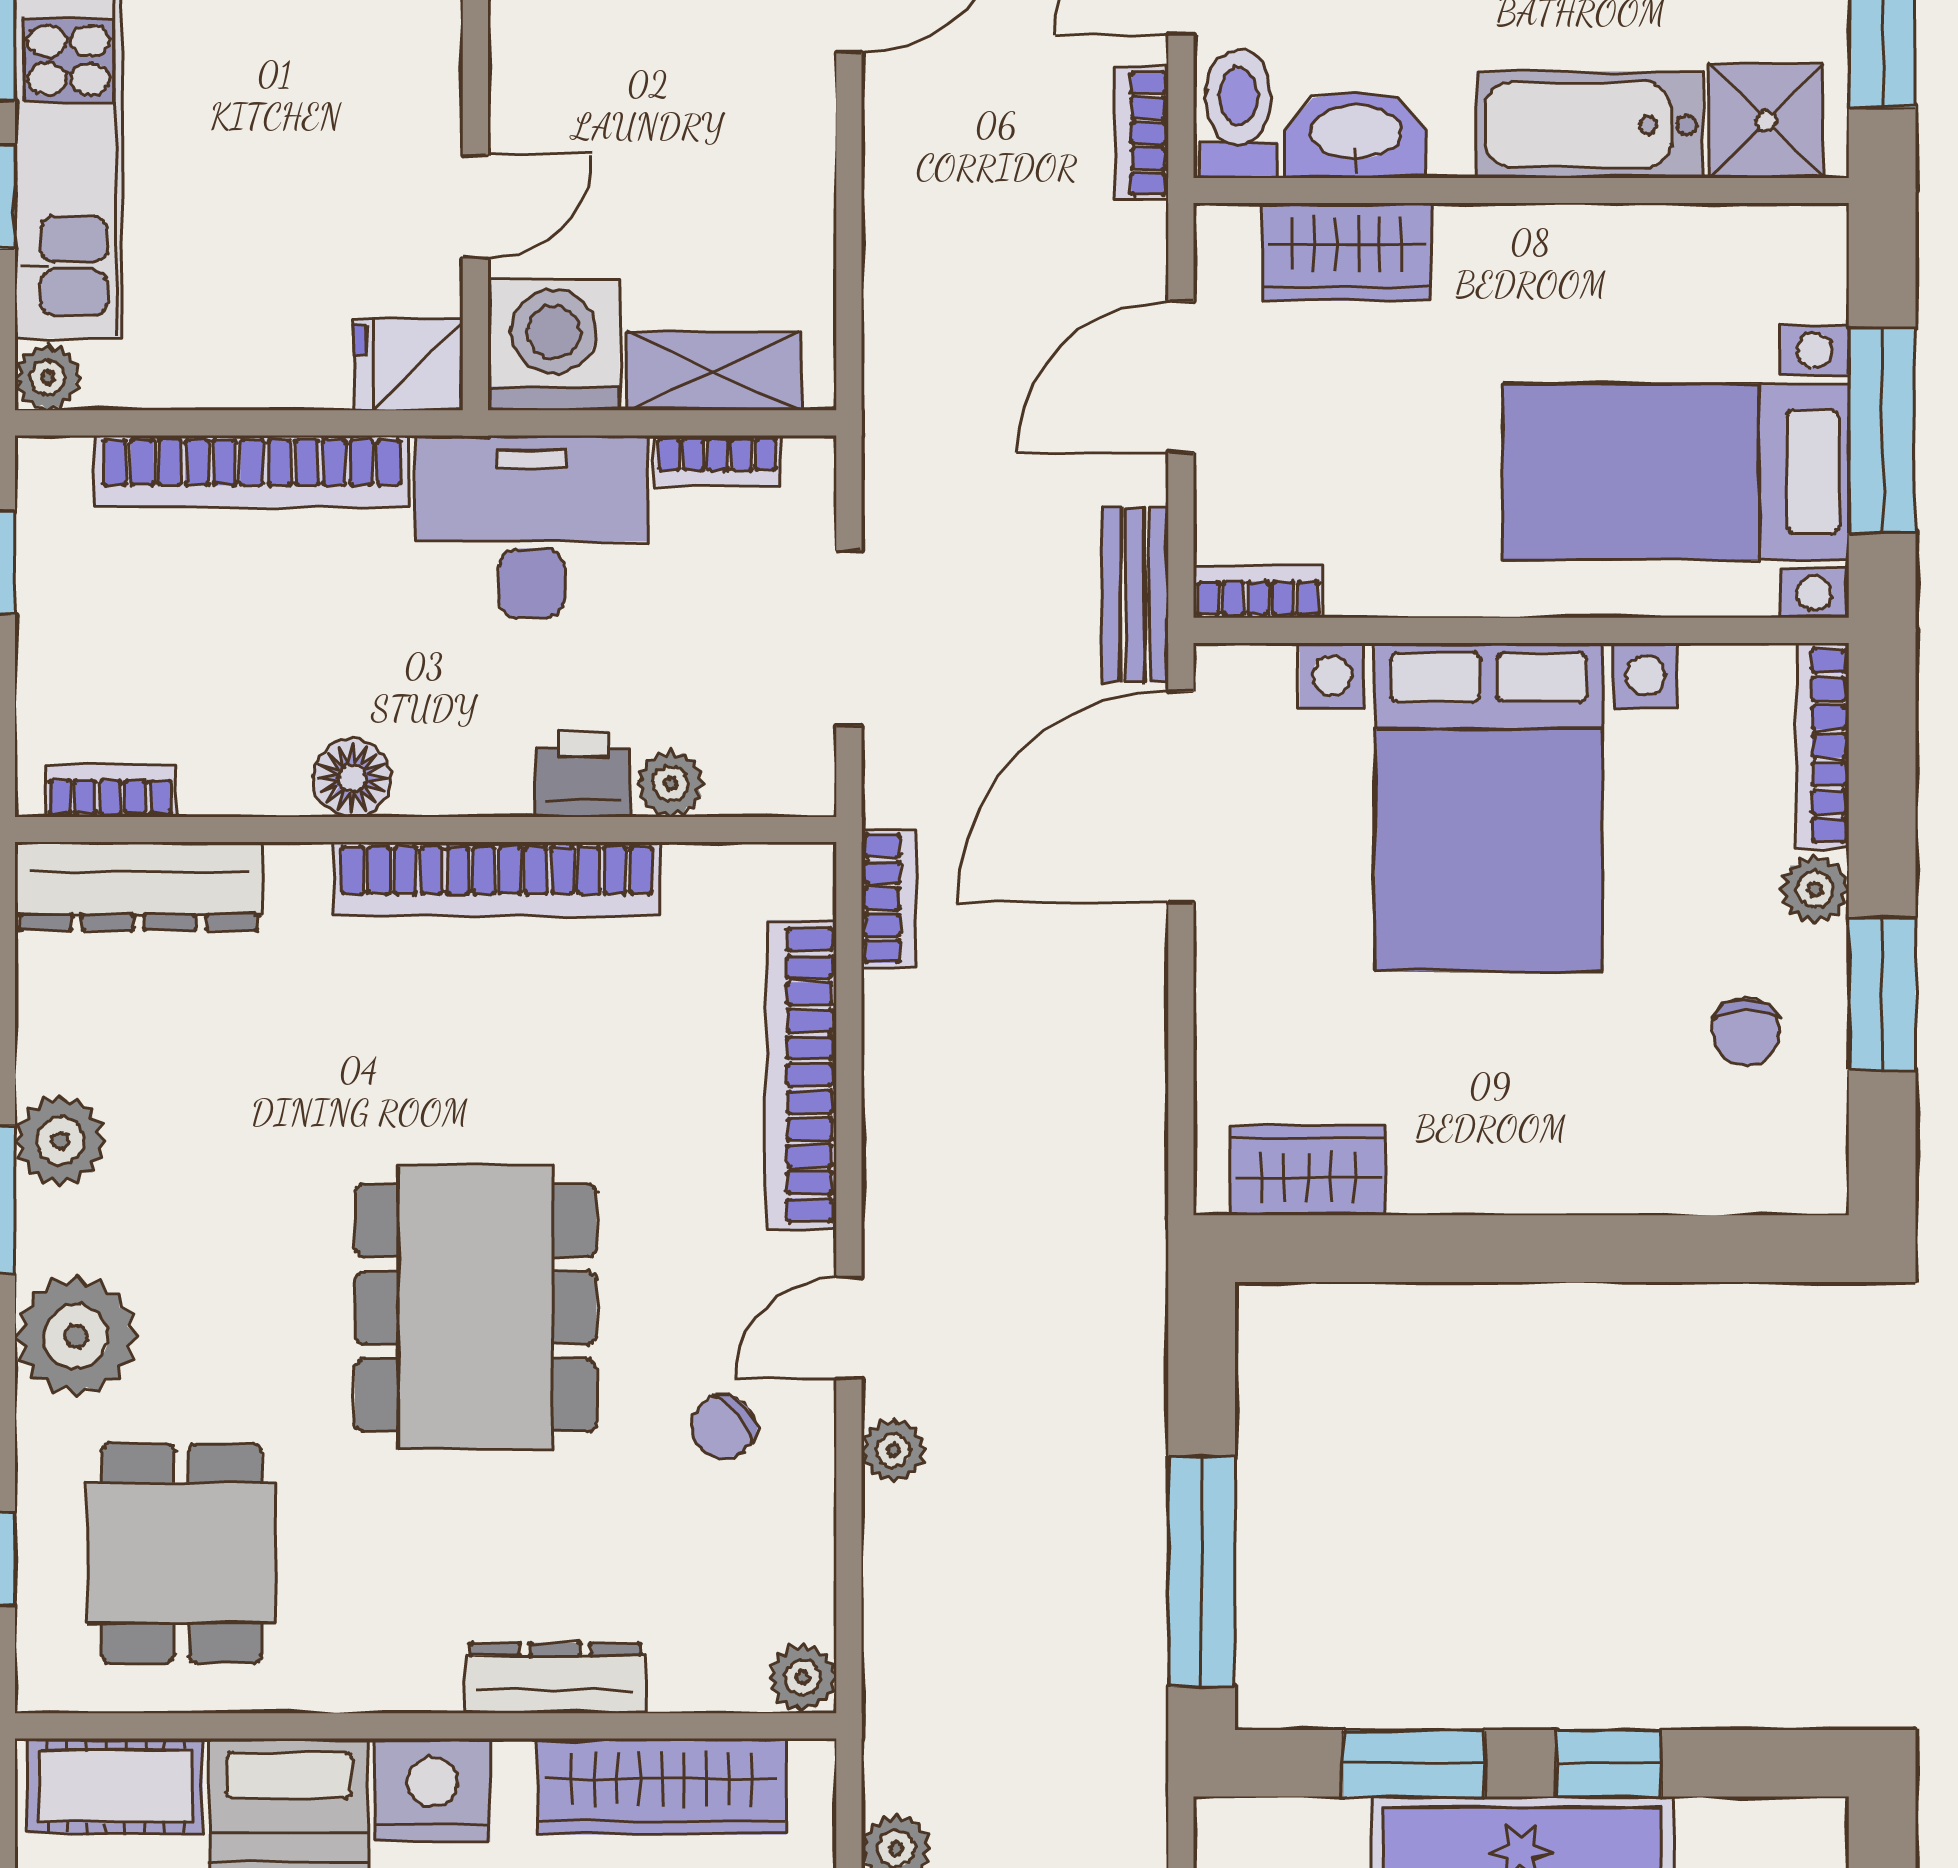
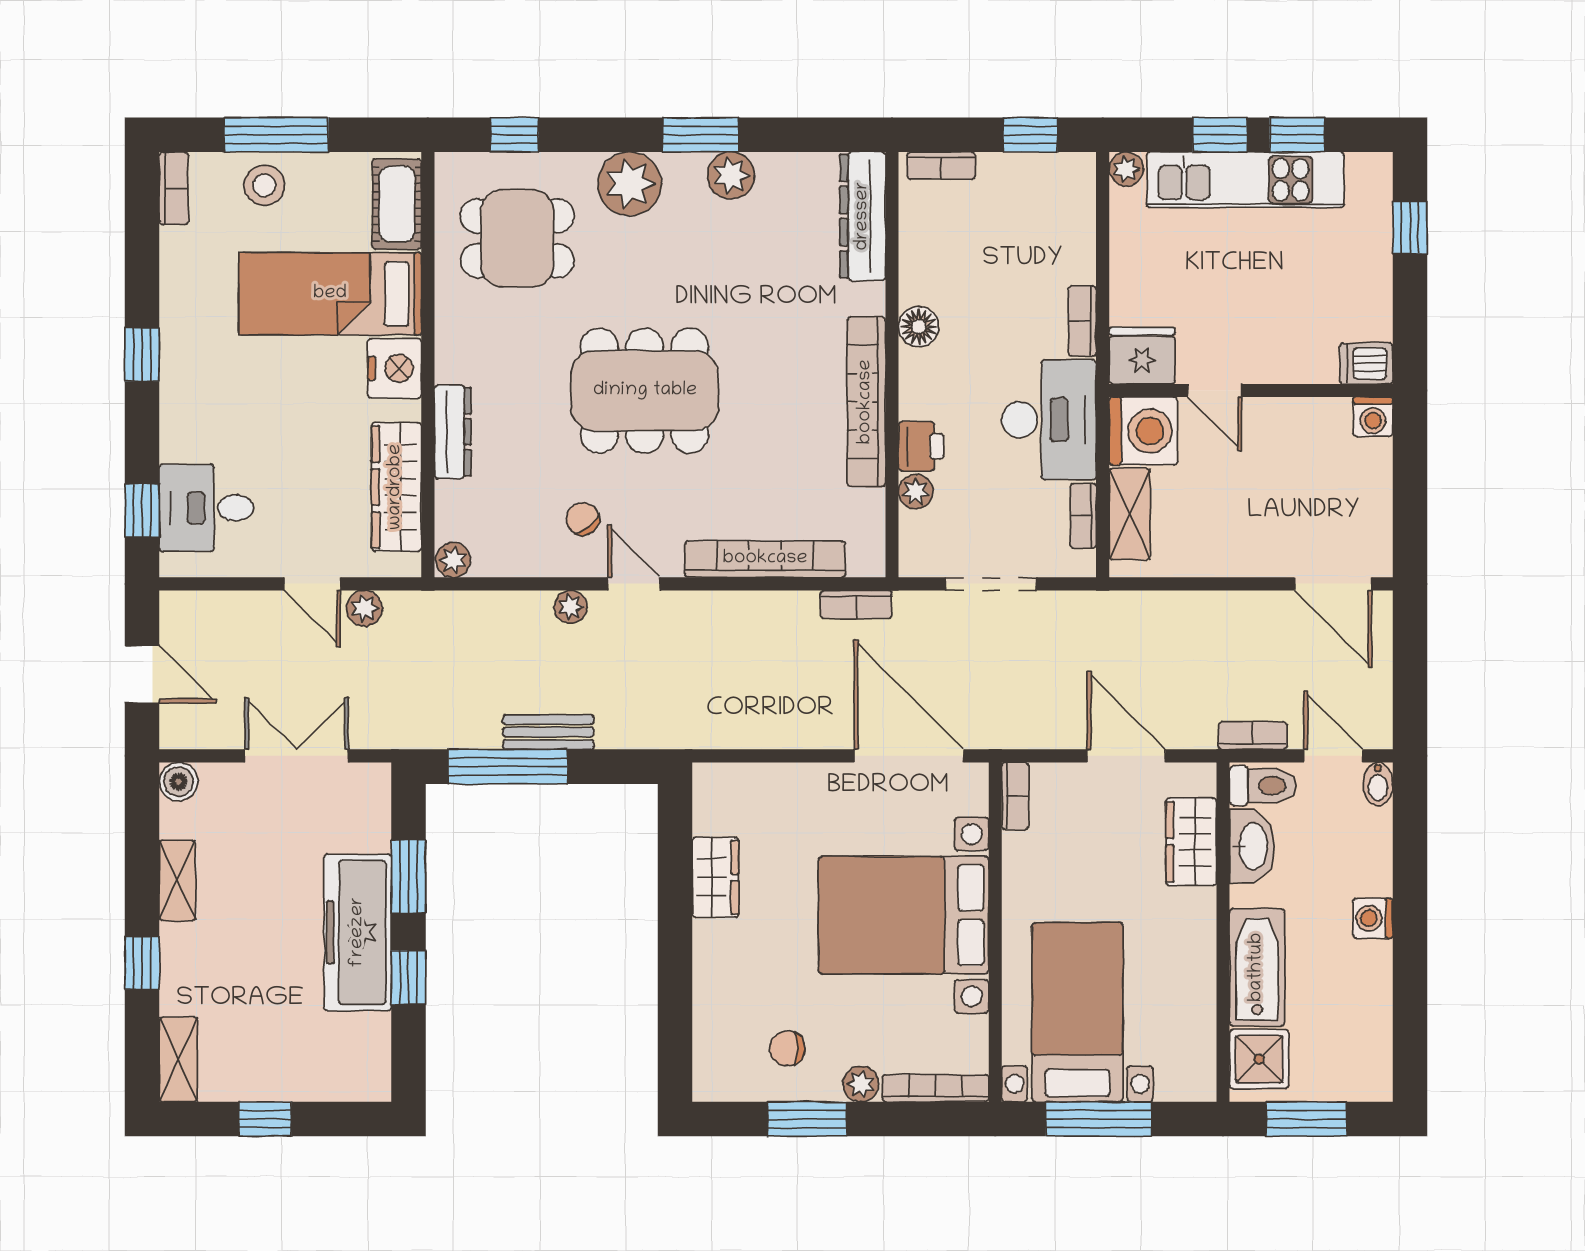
fridge: (408, 364) -> (1142, 356), width x1.38
bookcase: (252, 471) -> (1082, 321), width x0.43, depth x0.76
bench: (1135, 595) -> (548, 732), moved
bookcase: (110, 791) -> (941, 166), moved, turned 90
wardrobe: (1308, 1171) -> (715, 877), moved

